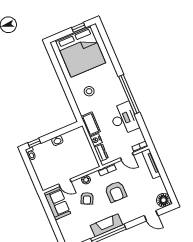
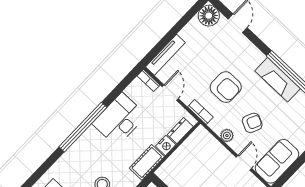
armchair: (116, 192) -> (226, 87), turned 90

